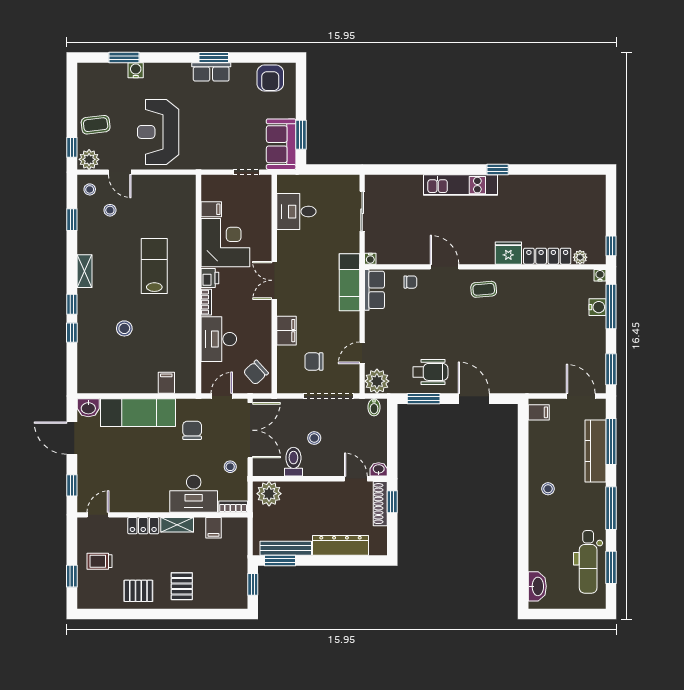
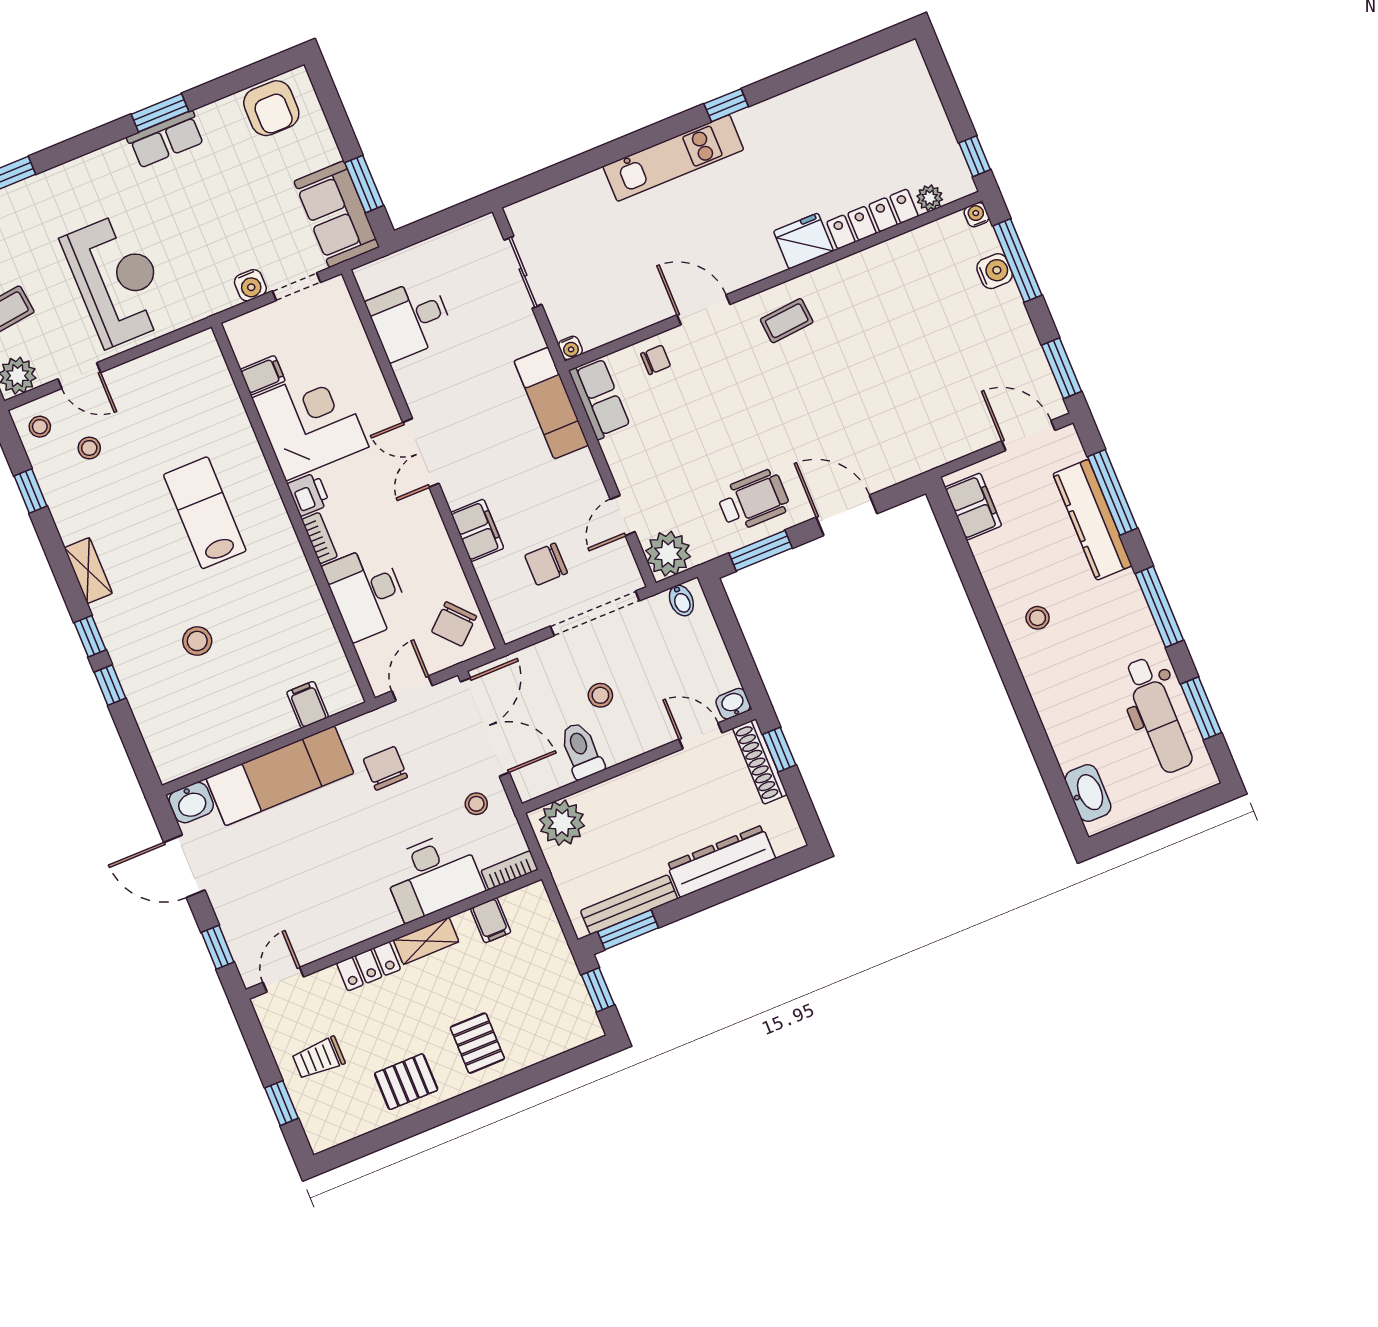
water cooler: (136, 70) -> (250, 285), moved, turned 180
reception desk: (158, 132) -> (117, 280), turned 180
filing cabinet: (539, 412) -> (973, 507), width x2.00

